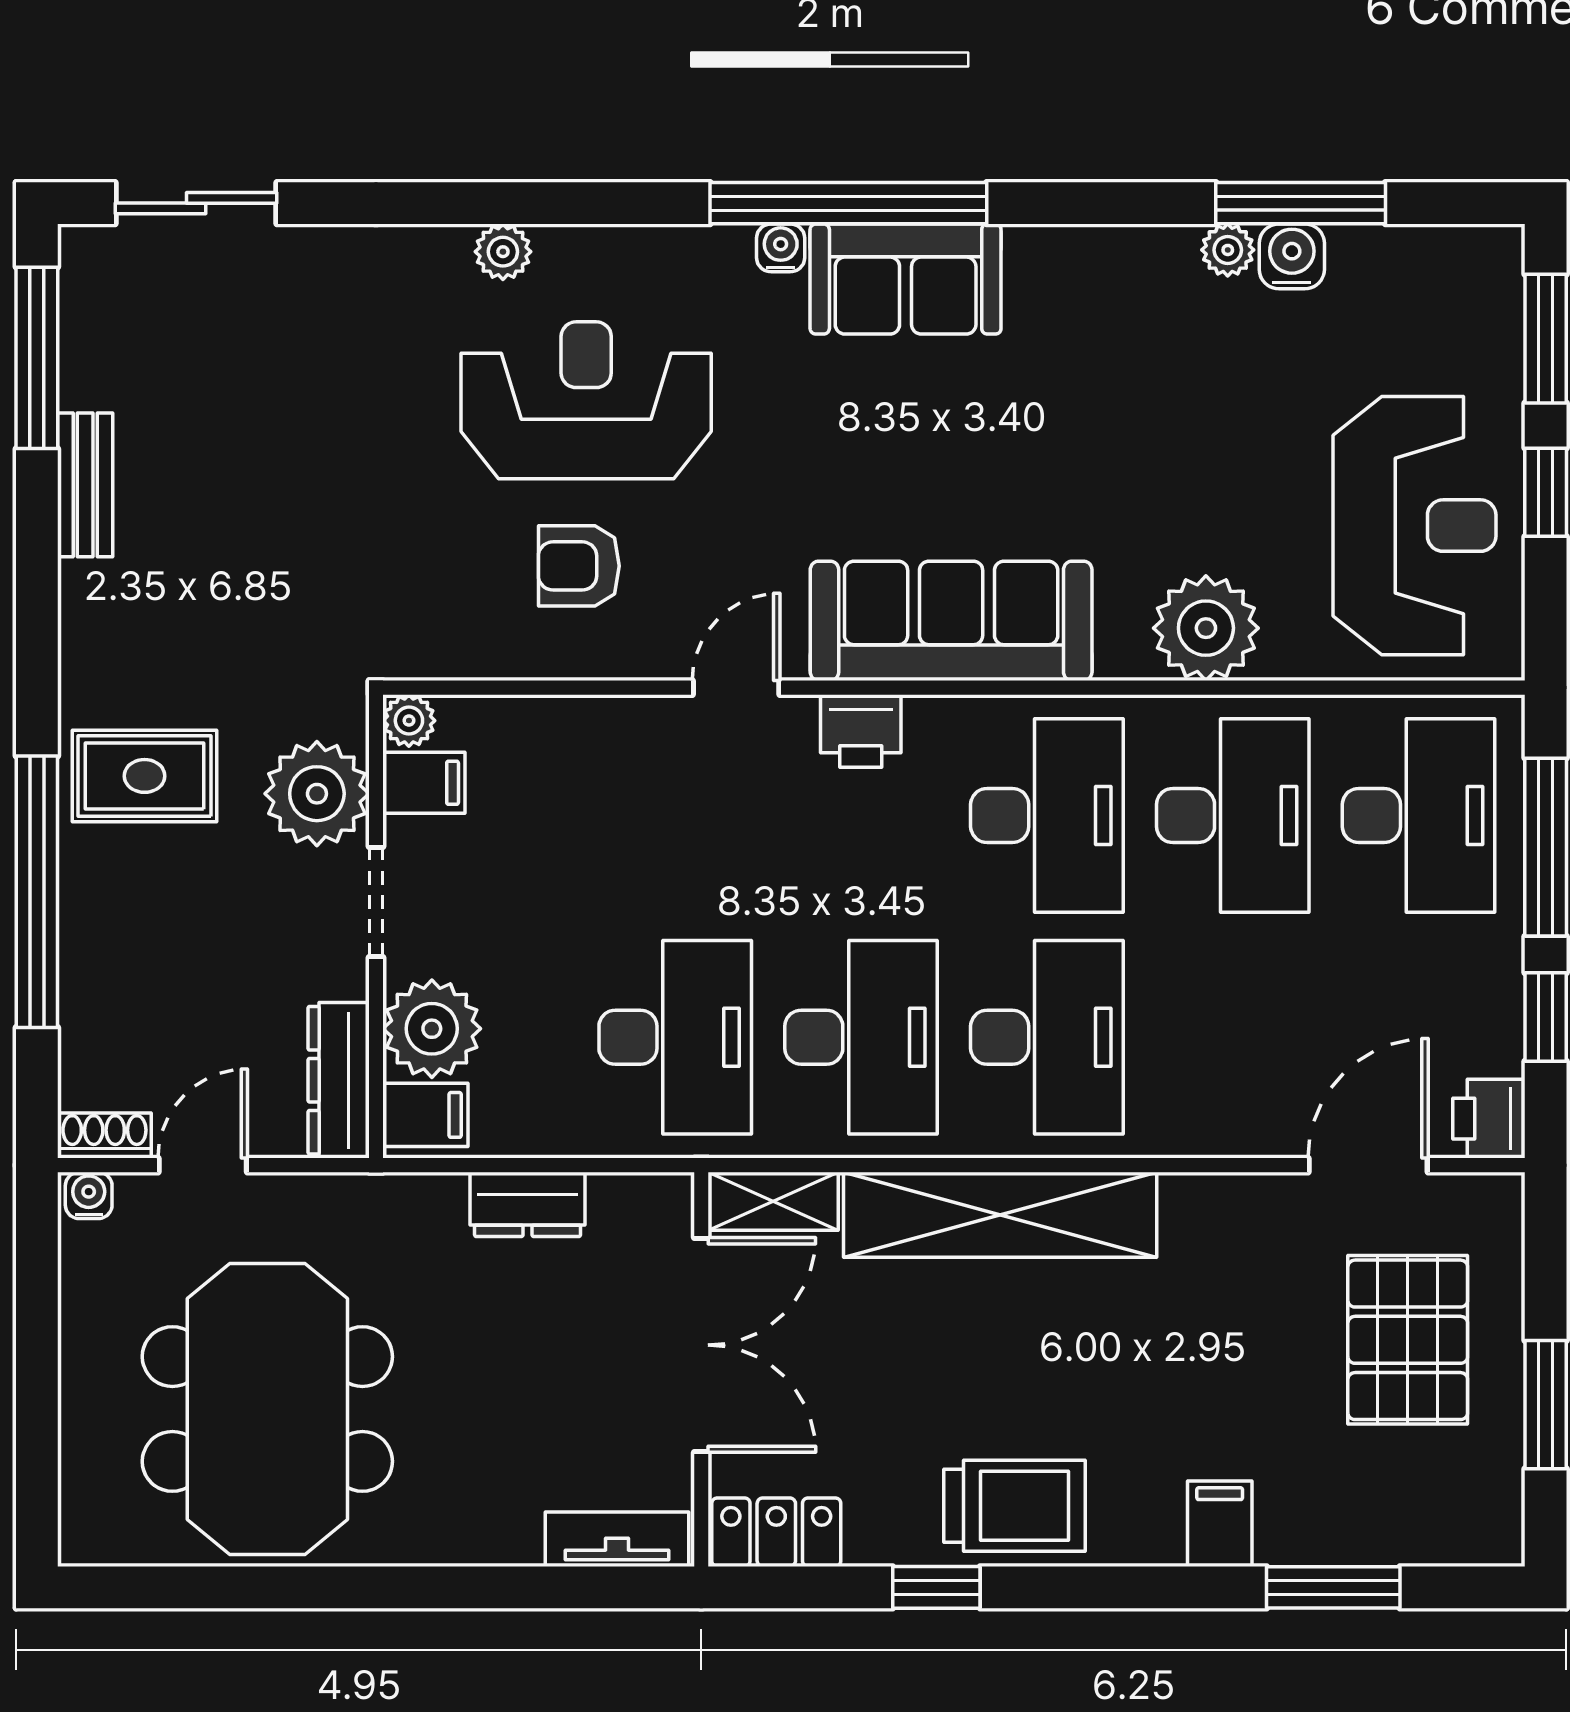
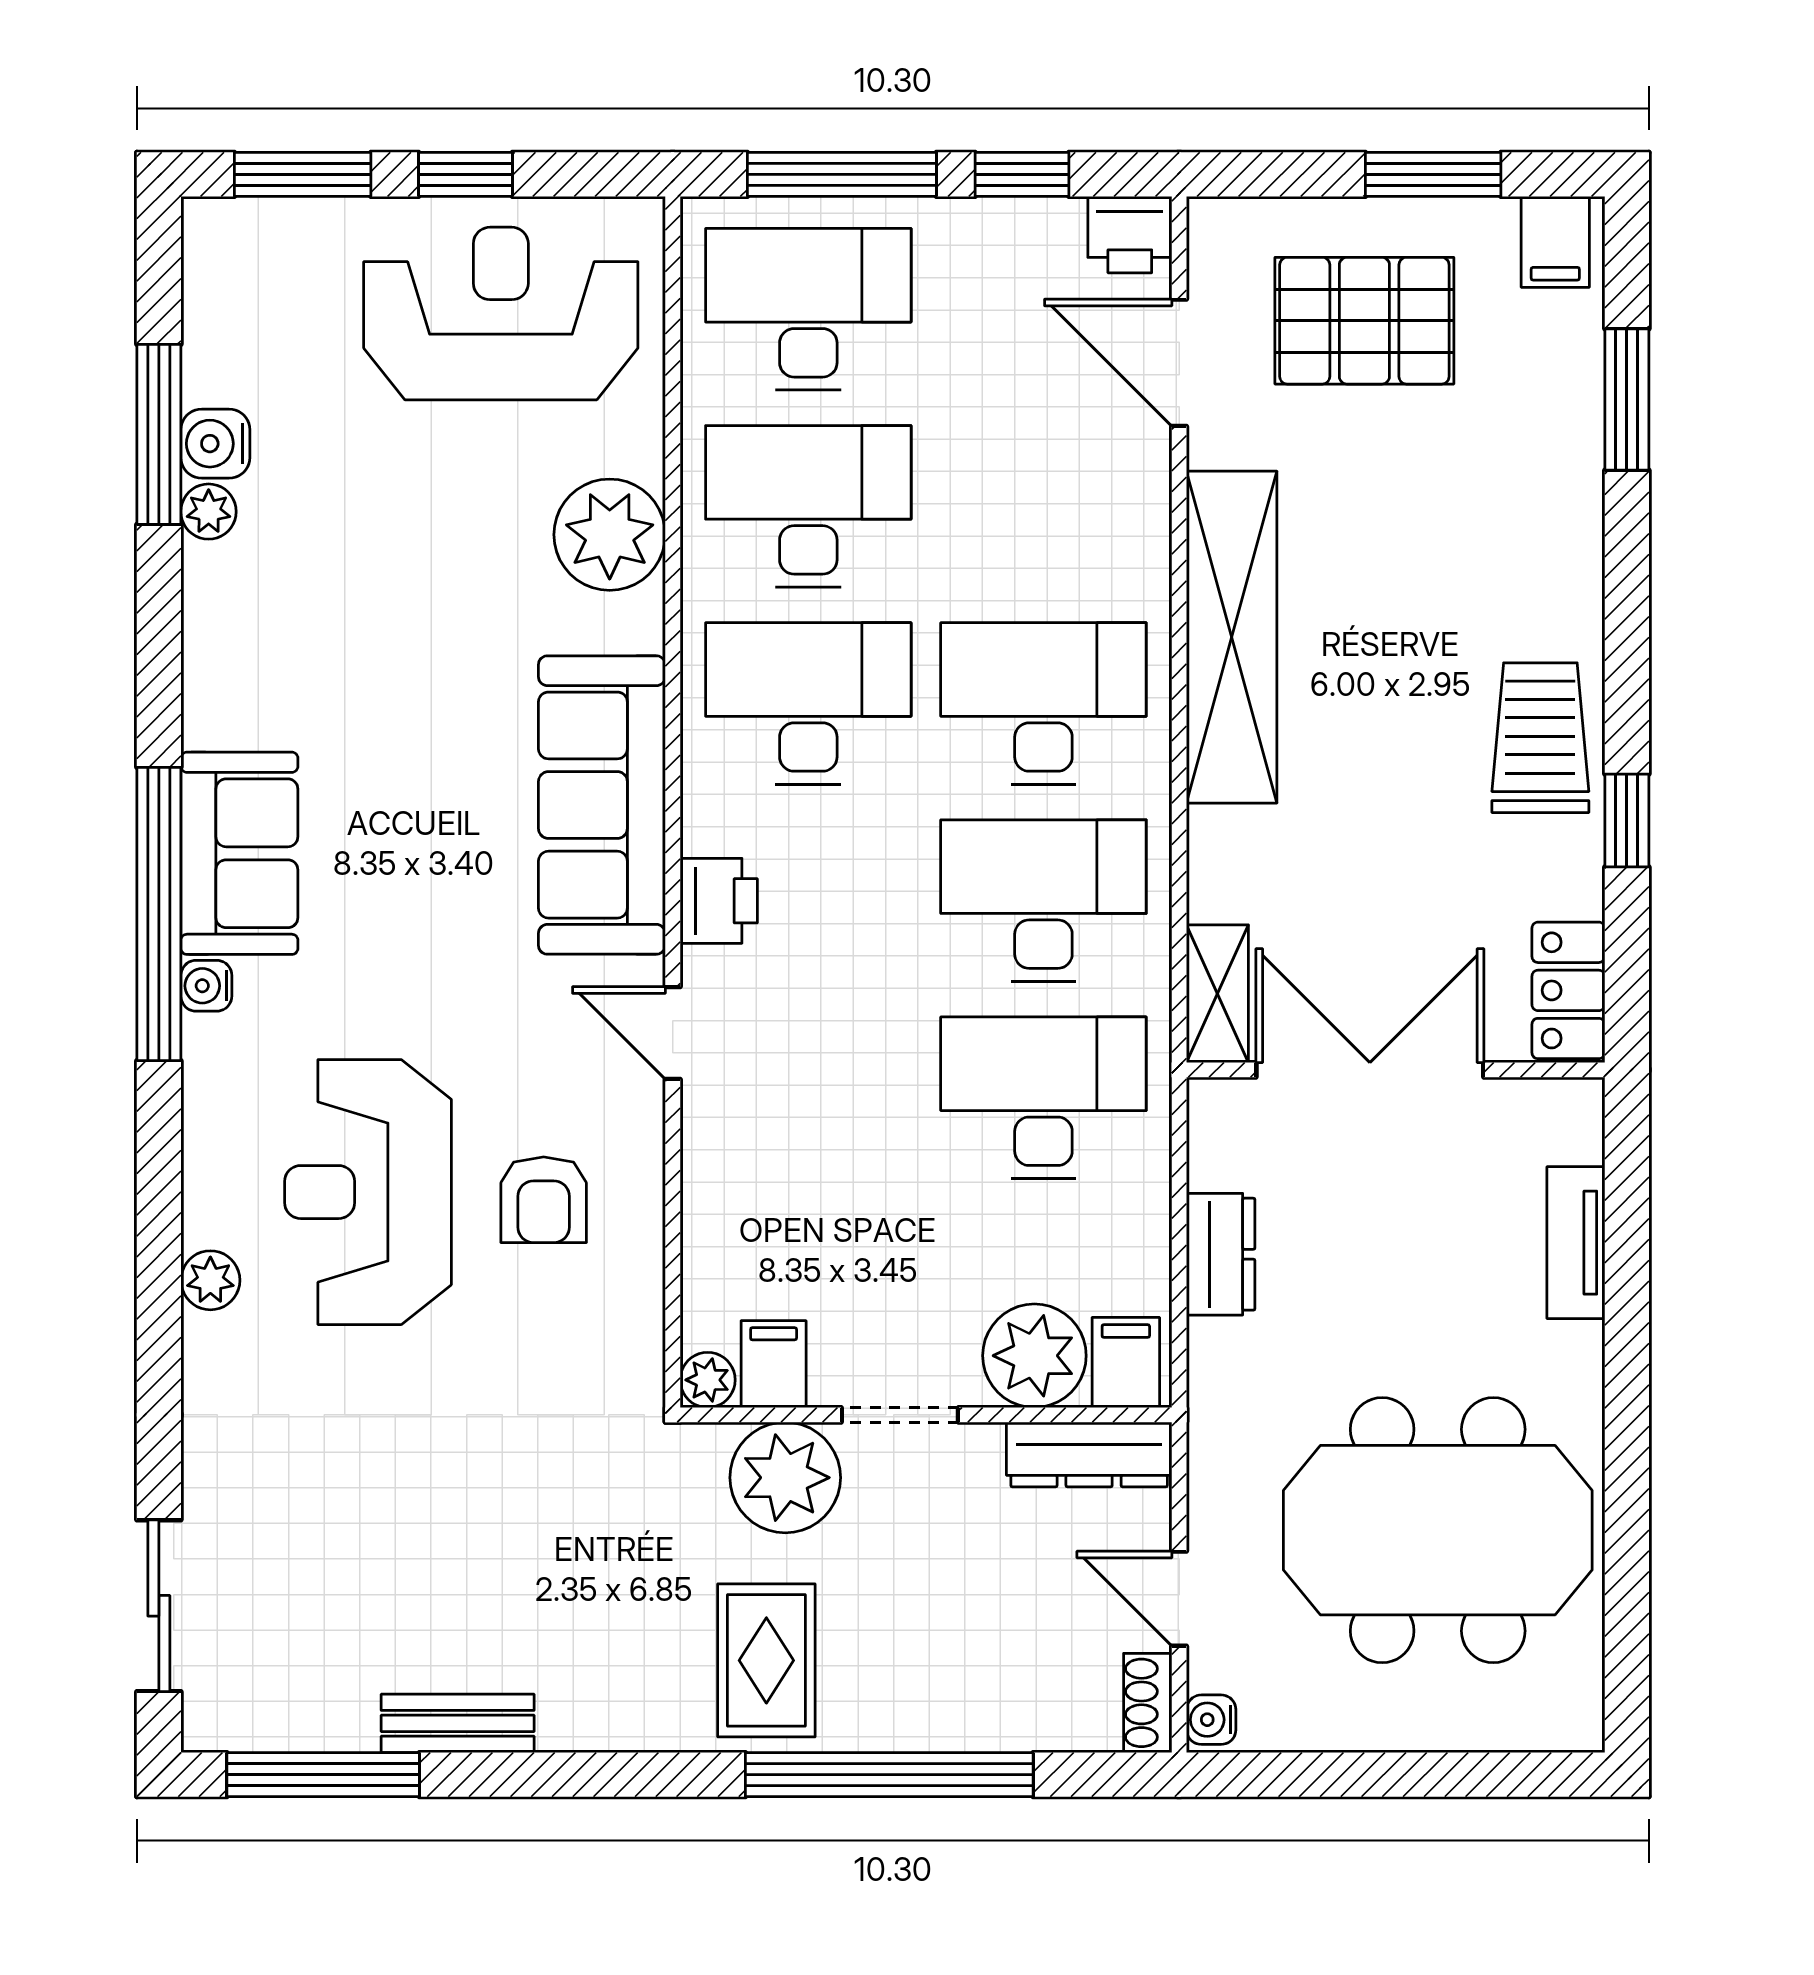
shelving: (1000, 1215) -> (1232, 637), moved
filing cabinet: (1220, 1524) -> (1555, 242), moved, turned -90
tv unit: (617, 1539) -> (1576, 1243), moved

